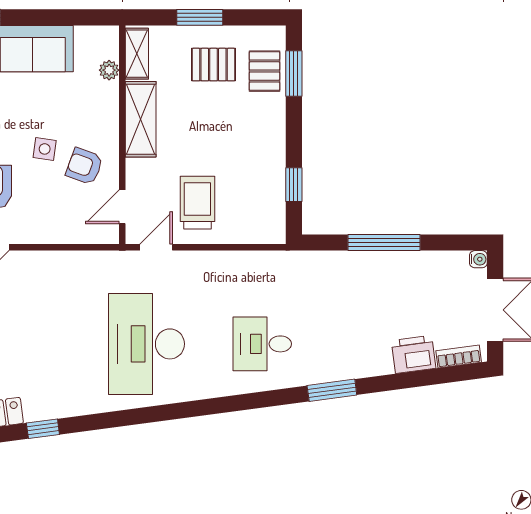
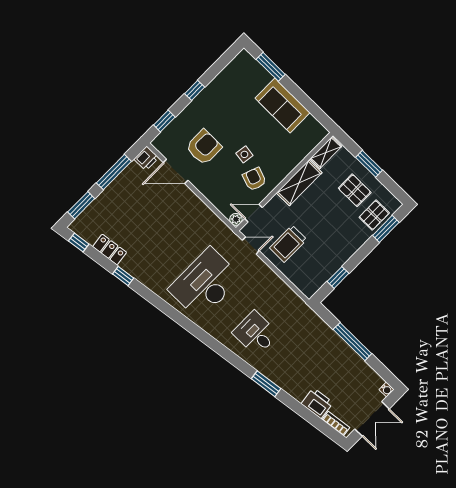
plant: (109, 70) -> (236, 219), moved
trolley: (197, 203) -> (288, 244), turned 180

